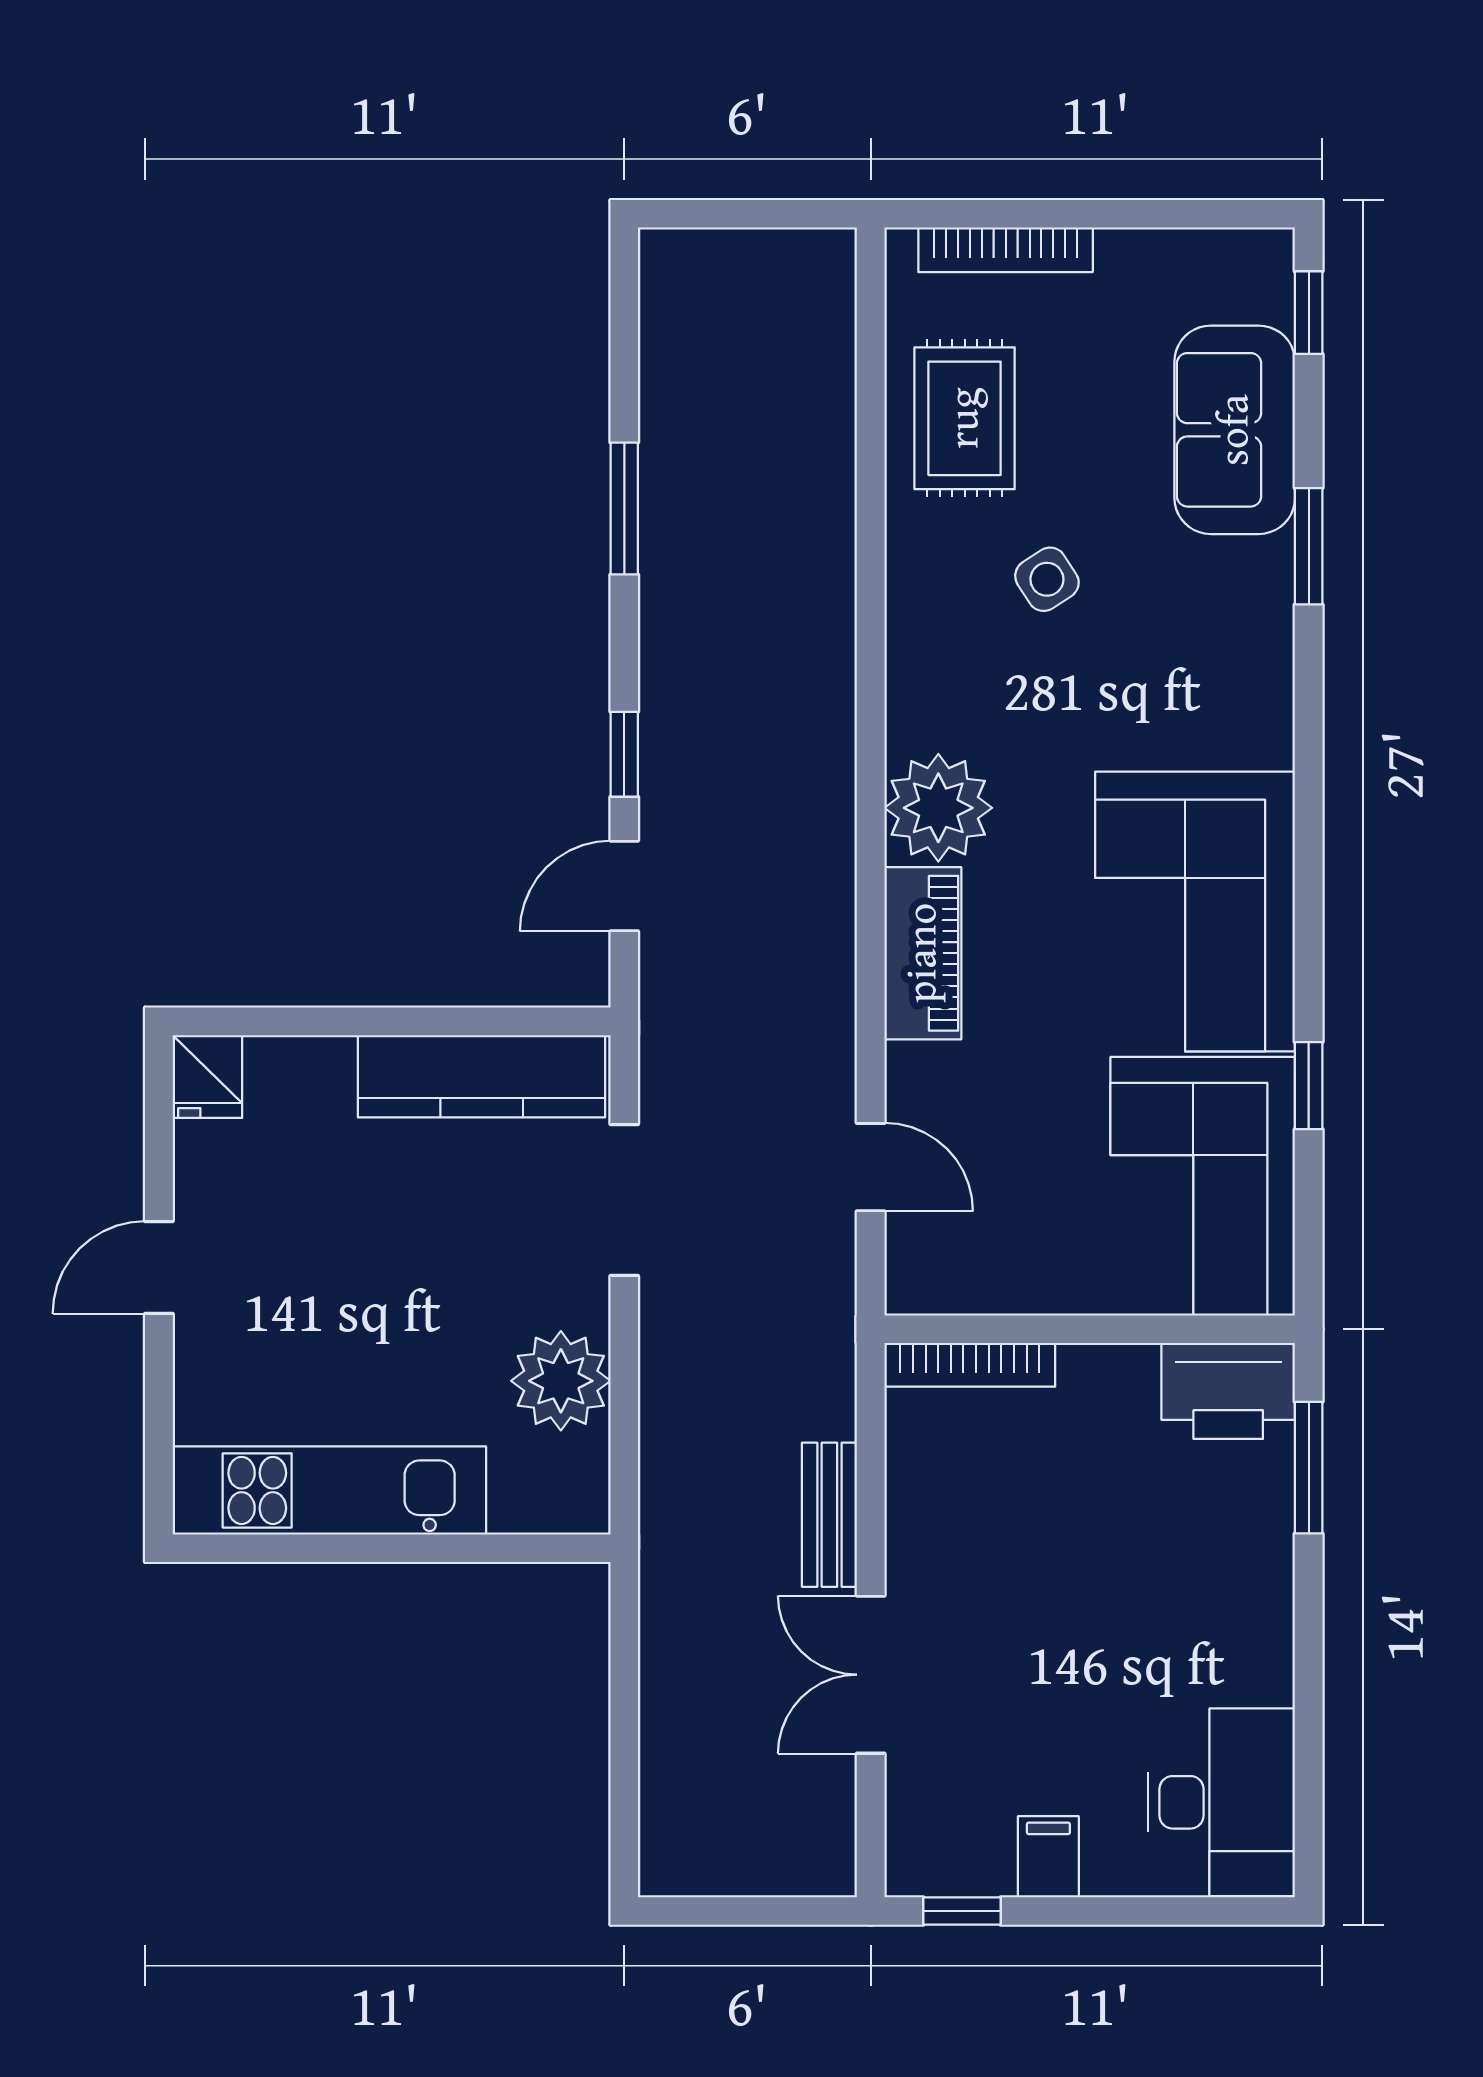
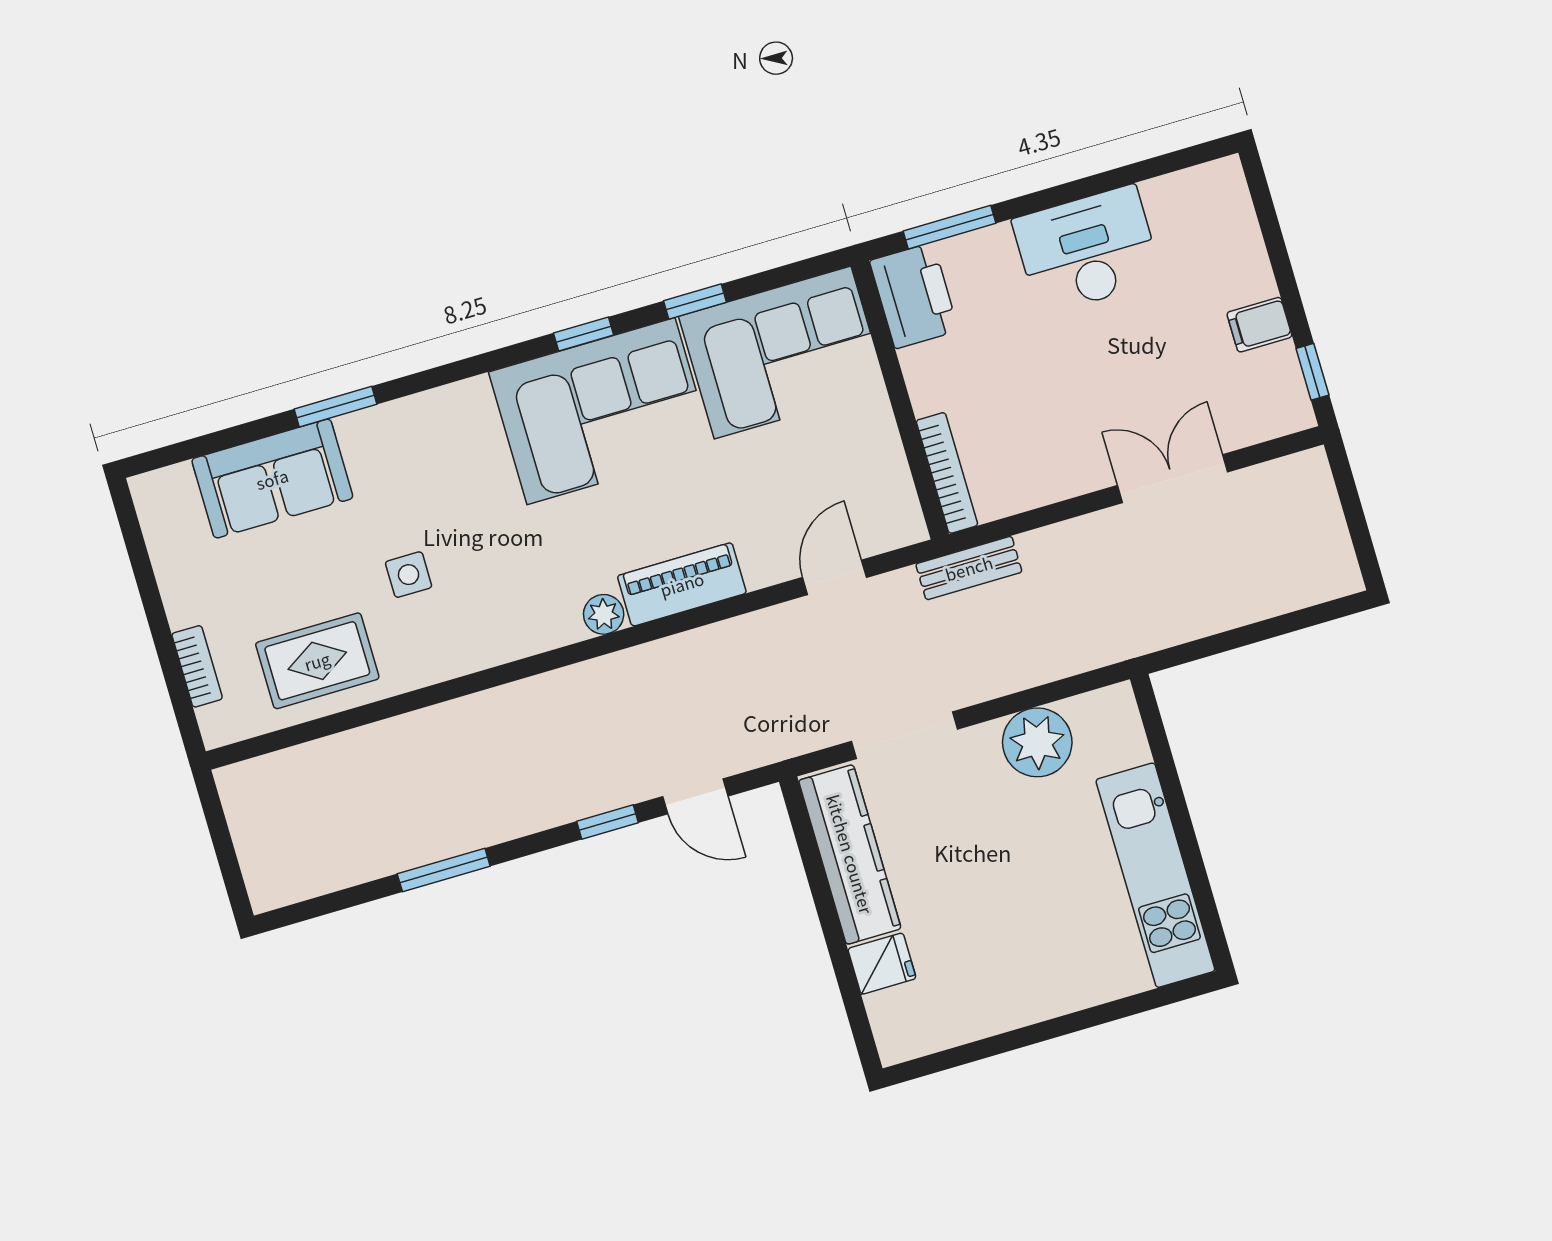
bookcase: (1006, 250) -> (197, 666), width x0.64
window: (1309, 313) -> (584, 334), moved
side table: (1047, 579) -> (409, 575), turned 33
plant: (938, 808) -> (604, 614), width x0.53, depth x0.53
fridge: (207, 1077) -> (882, 964), moved
door: (159, 1267) -> (1040, 1032), removed
bench: (829, 1515) -> (969, 568), moved
double door: (871, 1675) -> (1173, 479), swing flipped
desk: (1221, 1802) -> (1087, 250), moved

